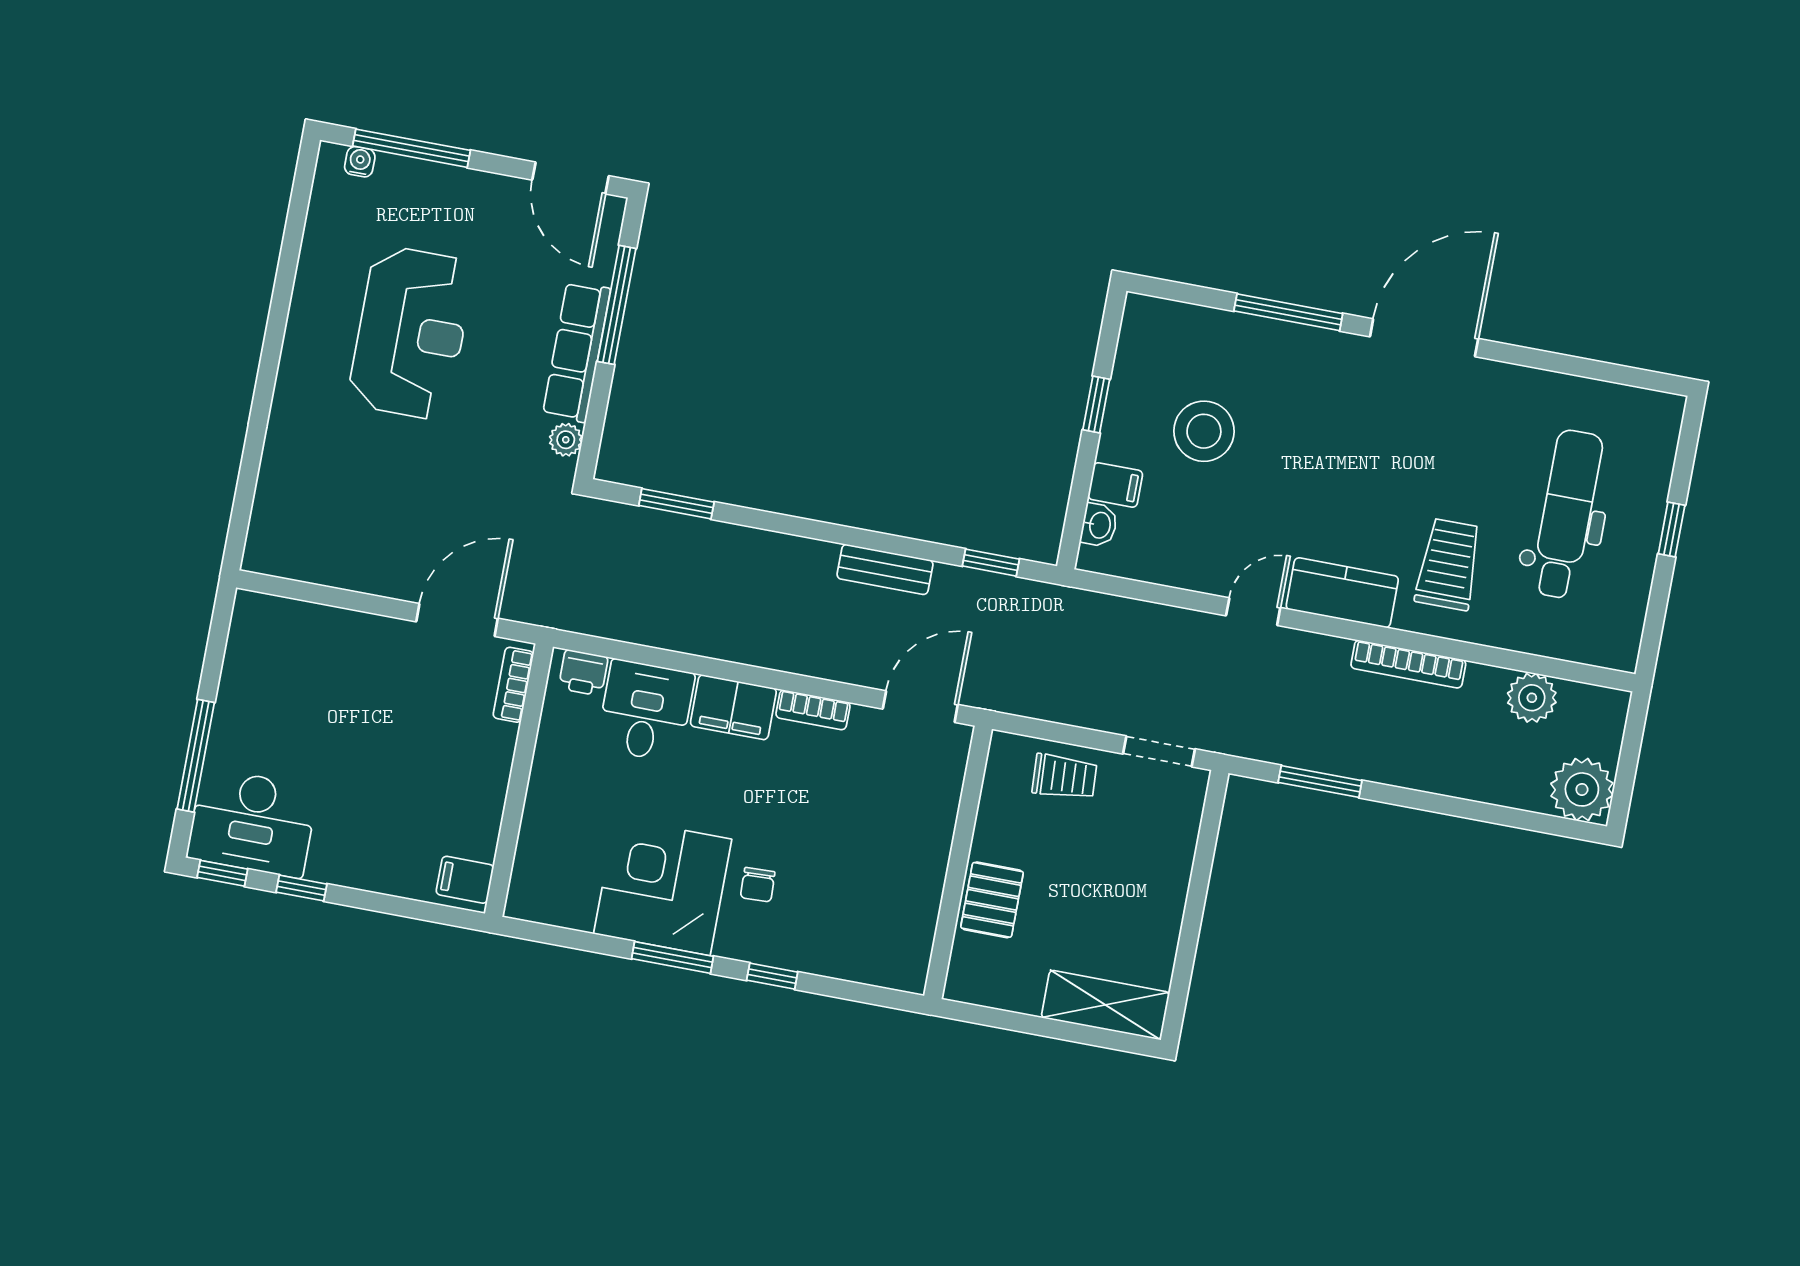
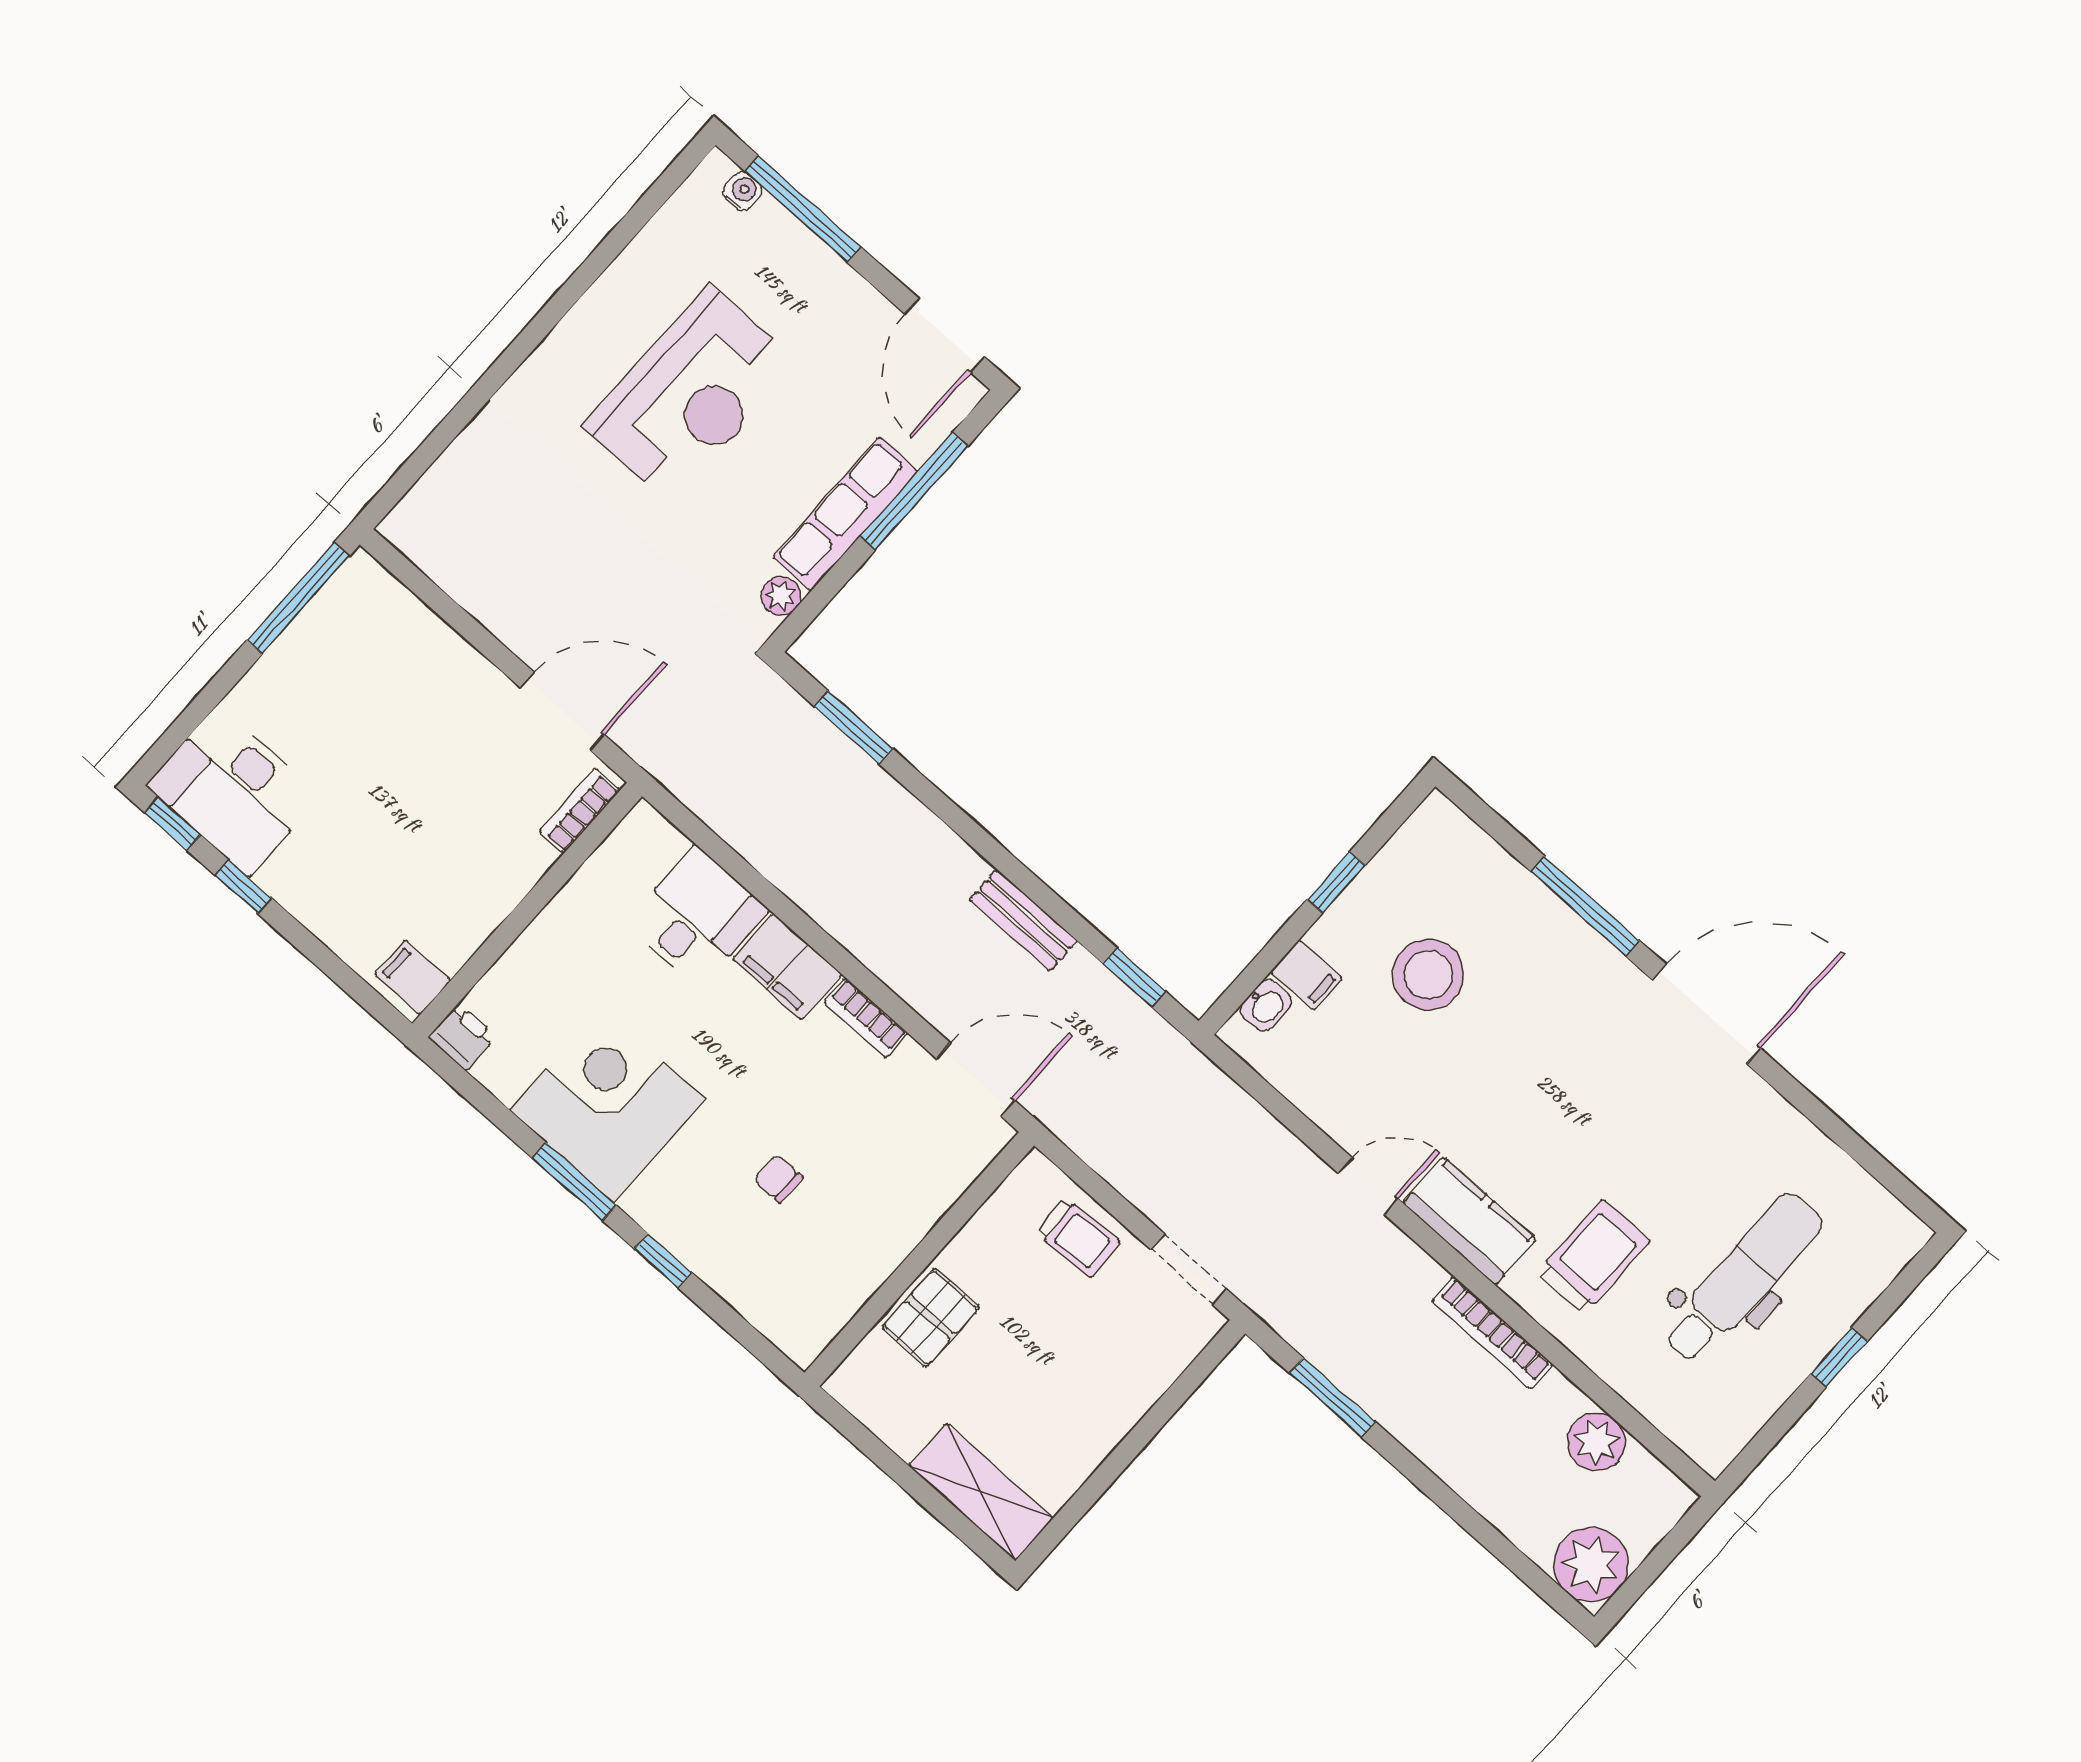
printer: (583, 673) -> (462, 1037), moved, turned 180
window: (196, 756) -> (298, 598), moved
chair: (758, 885) -> (778, 1179), moved, turned 92

